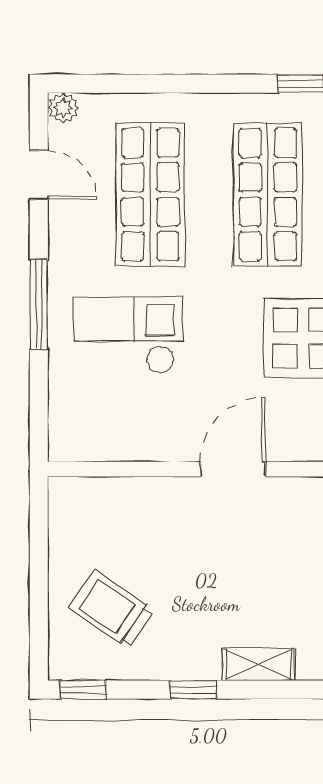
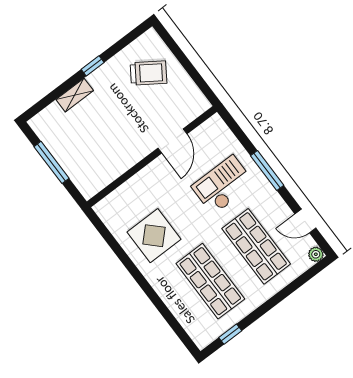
checkout: (129, 335) -> (223, 185), turned 180
door: (233, 469) -> (172, 141), moved
window: (83, 690) -> (136, 33), removed

